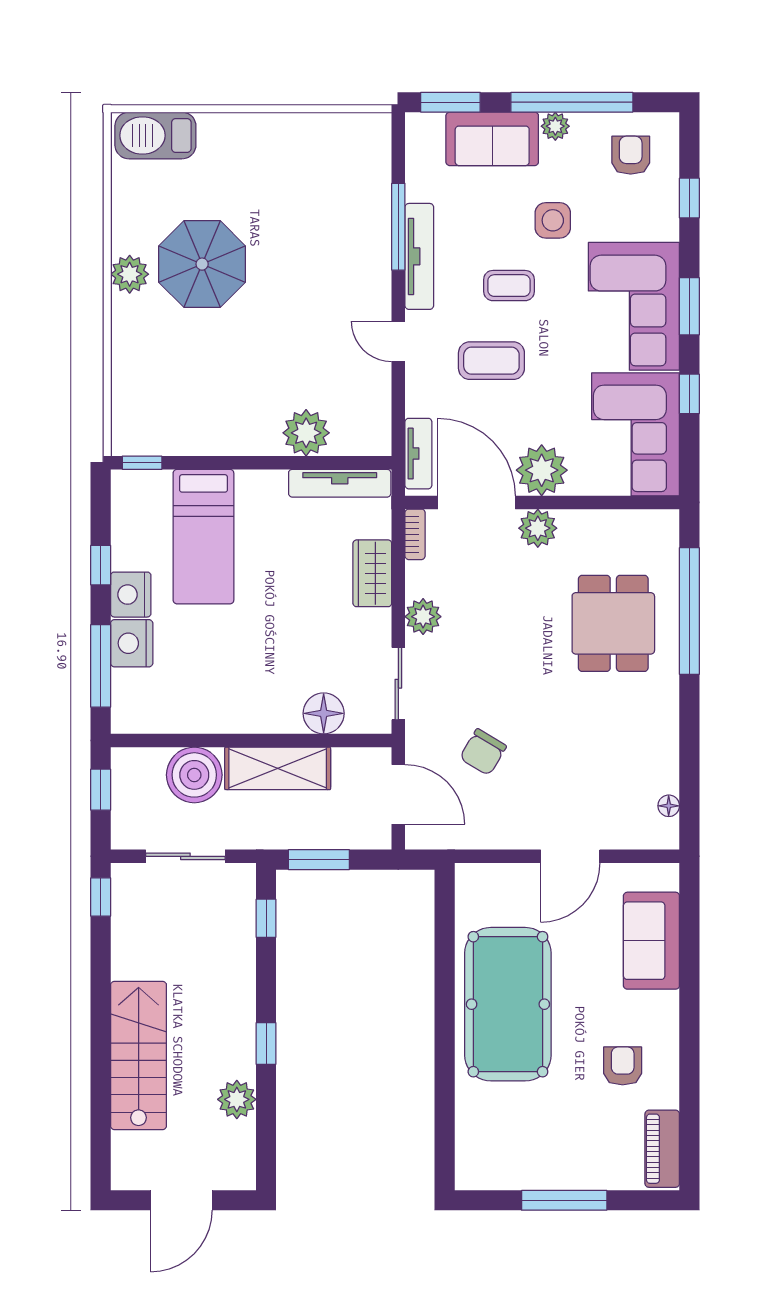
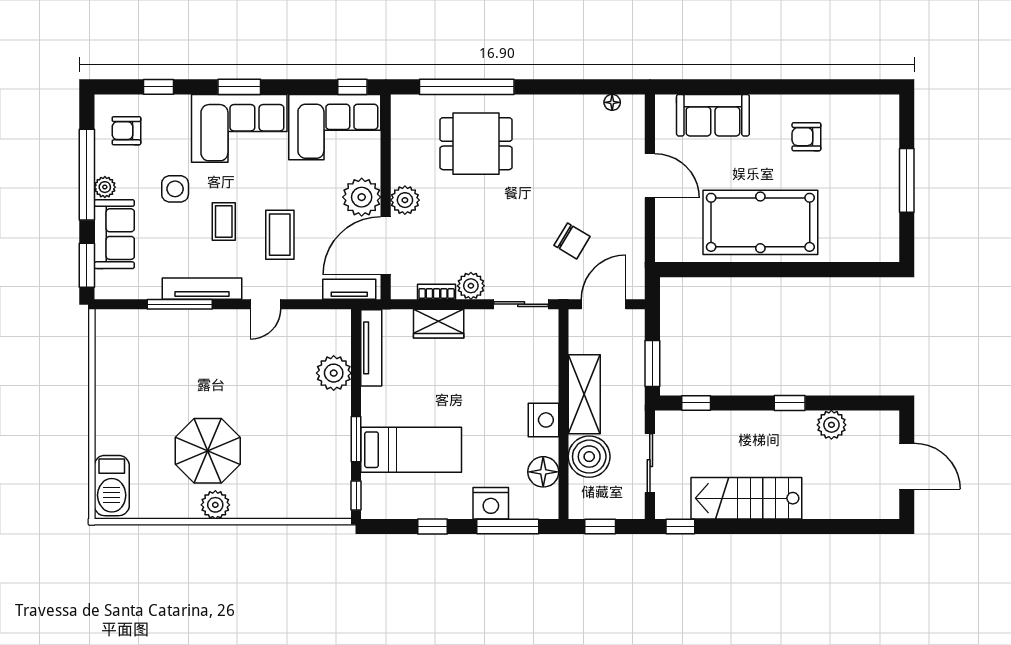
window: (689, 394) -> (352, 87), moved
window: (218, 463) -> (356, 439), added
bookcase: (415, 534) -> (437, 292), moved
nightstand: (131, 595) -> (543, 420), moved, turned -90
floor lamp: (324, 713) -> (543, 472), moved
stairs: (139, 1055) -> (746, 498), moved
piano: (662, 1149) -> (868, 107), removed

